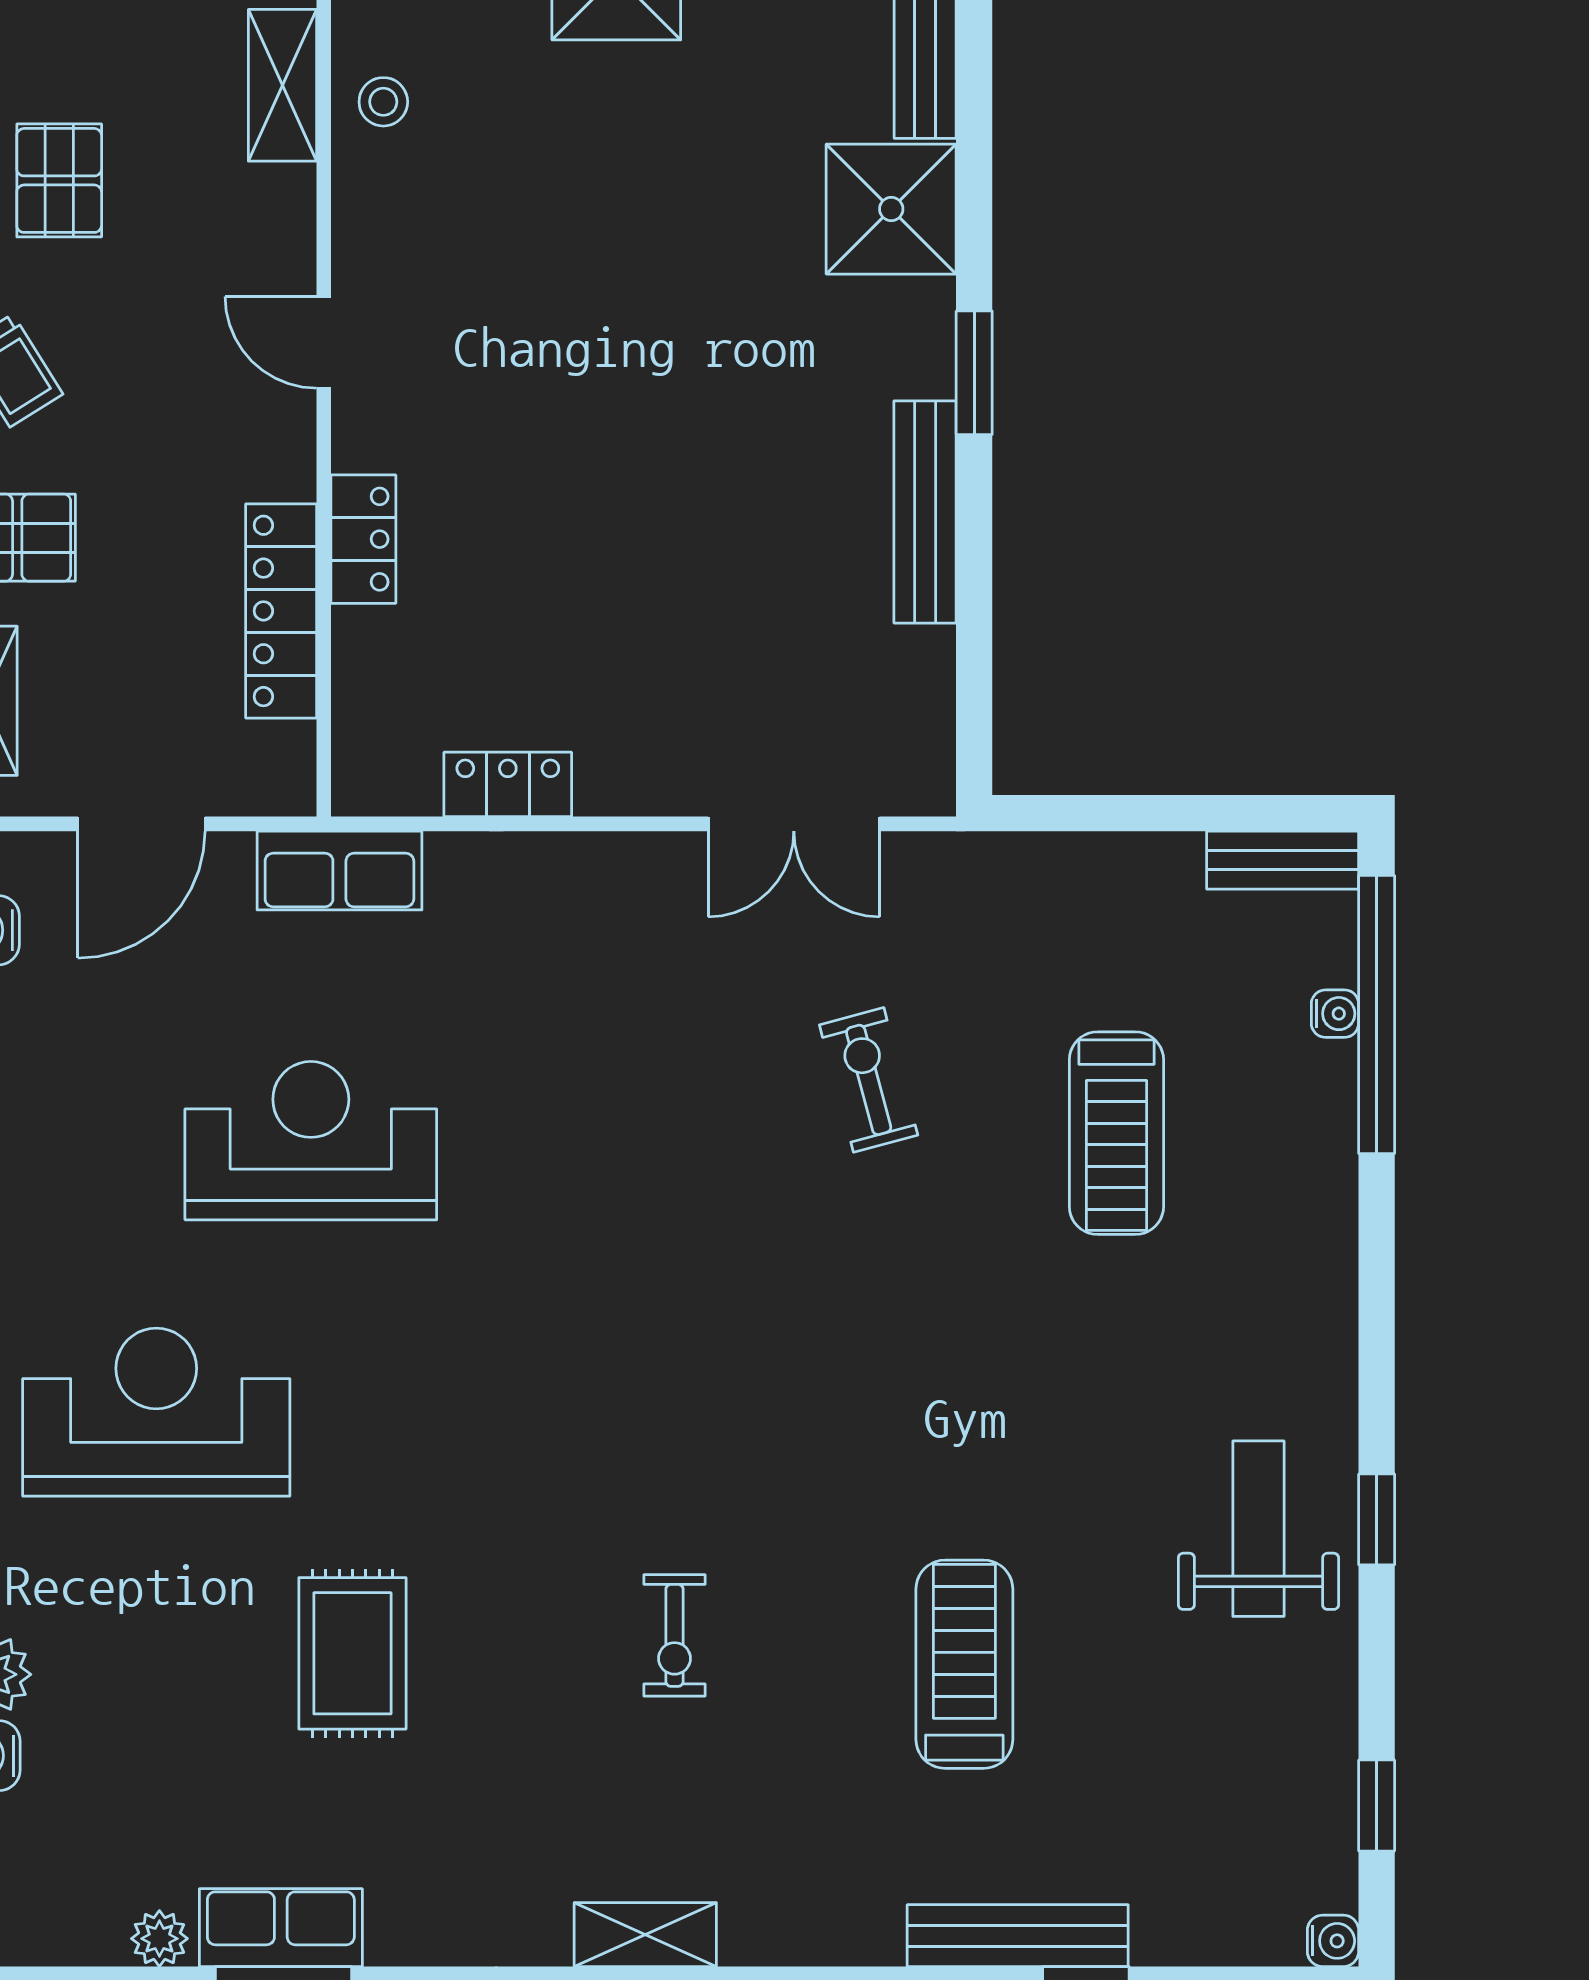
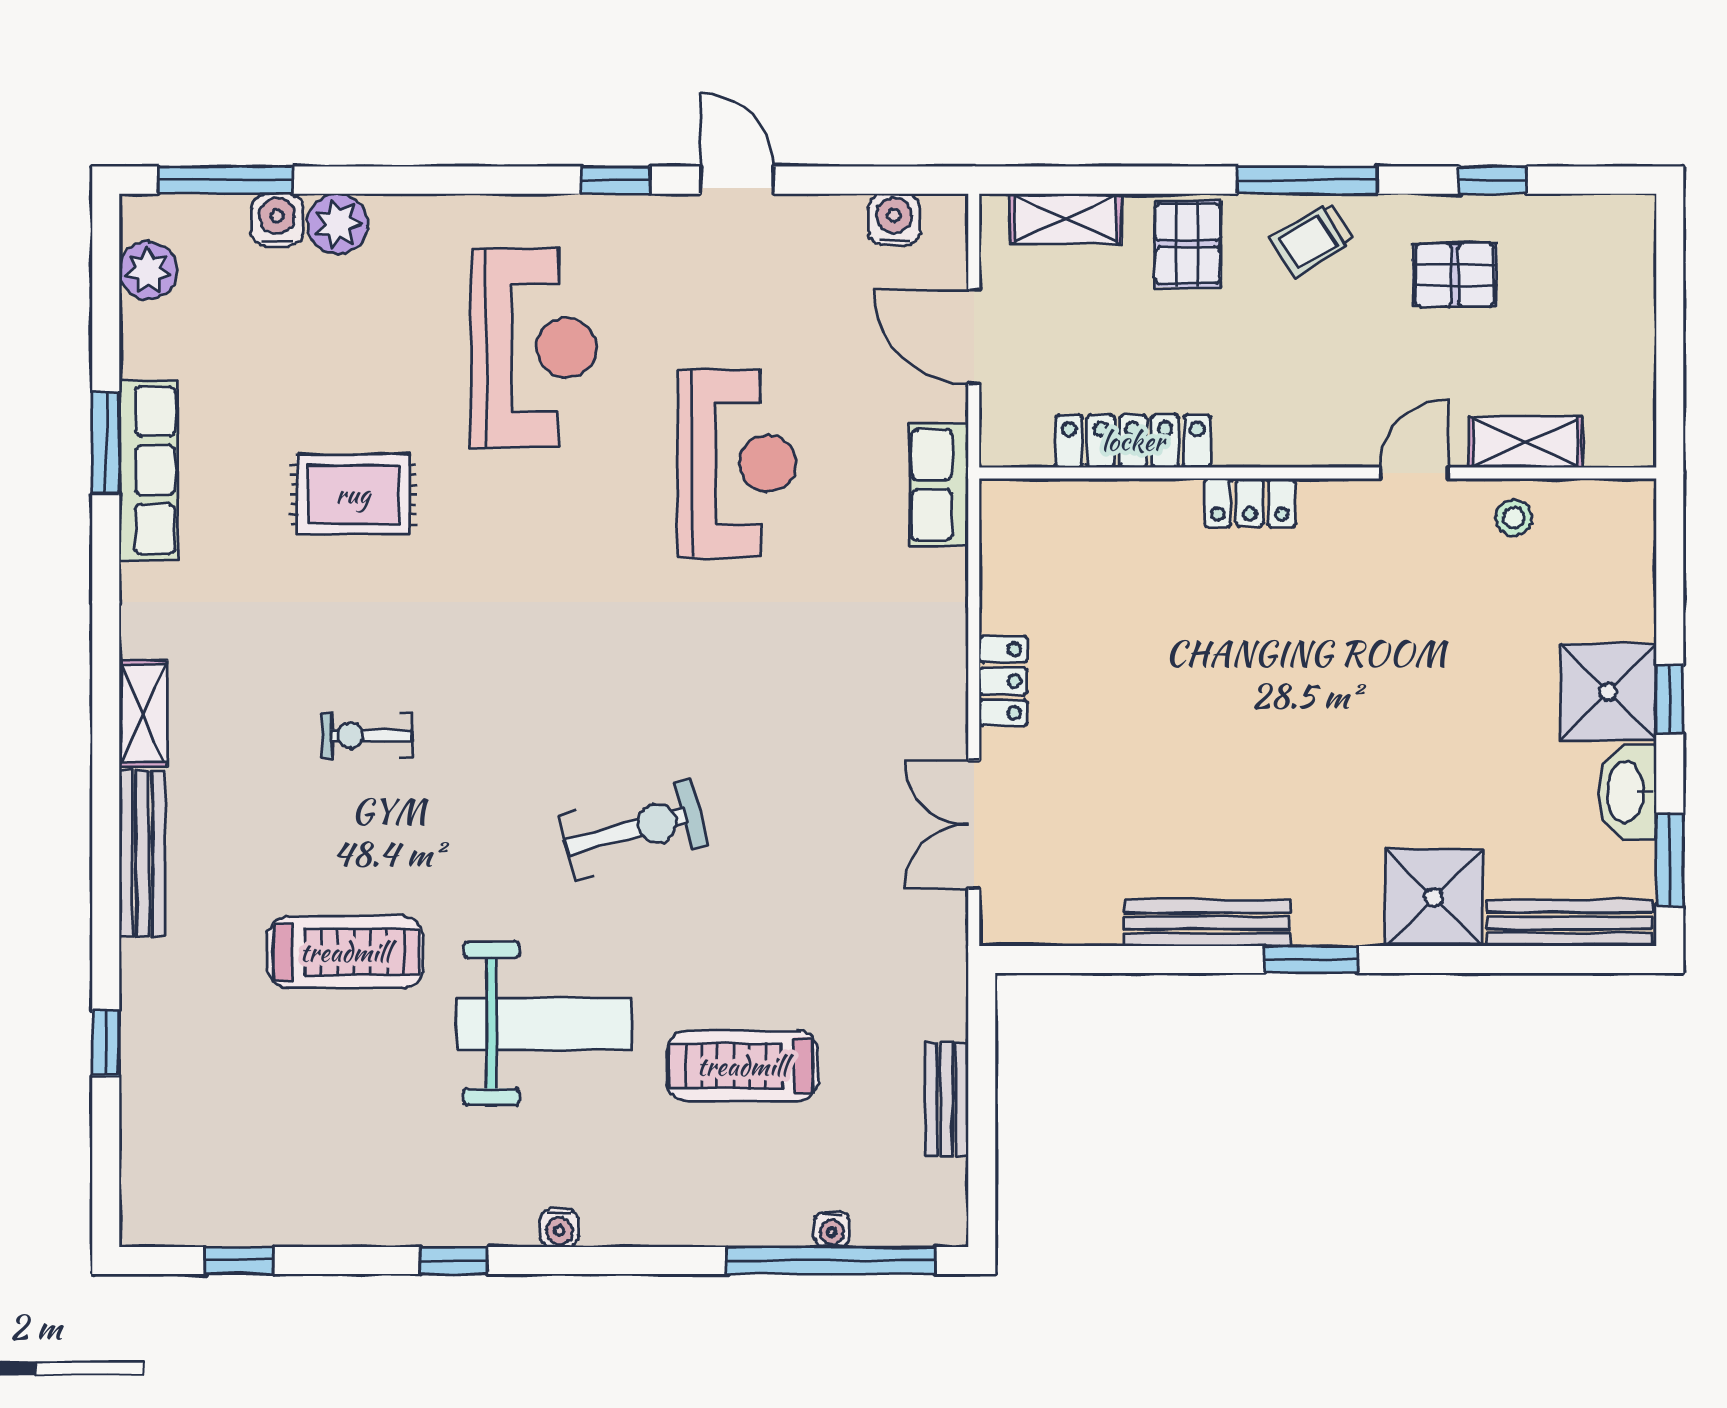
door: (324, 342) -> (1414, 473), moved
locker: (363, 539) -> (1250, 503), moved
locker: (508, 784) -> (1003, 681), moved
bench: (1283, 860) -> (947, 1099), moved
exercise bike: (869, 1080) -> (633, 830), moved, width x1.38, depth x1.39
weight bench: (1258, 1529) -> (544, 1023), moved, width x1.36, depth x1.33
row of seats: (281, 1928) -> (148, 470), width x1.48
bench: (1018, 1936) -> (142, 854), moved
plant: (159, 1939) -> (148, 271), moved, width x1.38, depth x1.38
water cooler: (1333, 1941) -> (559, 1228), moved

